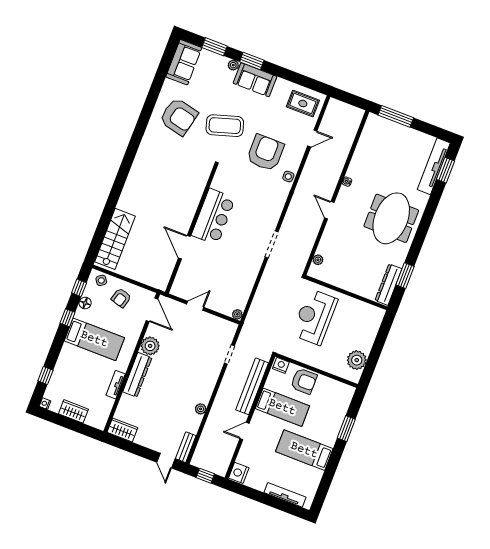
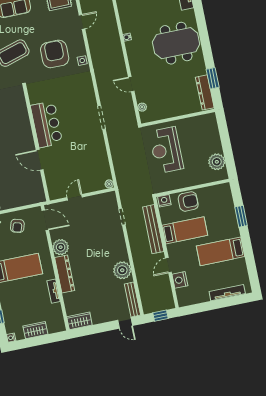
door: (329, 210) -> (131, 84), moved
meeting table: (391, 218) -> (176, 43), turned 90
plant: (201, 409) -> (122, 270), width x1.87, depth x1.87
bench: (186, 447) -> (132, 300), width x1.36
nightstand: (239, 473) -> (180, 280), moved

